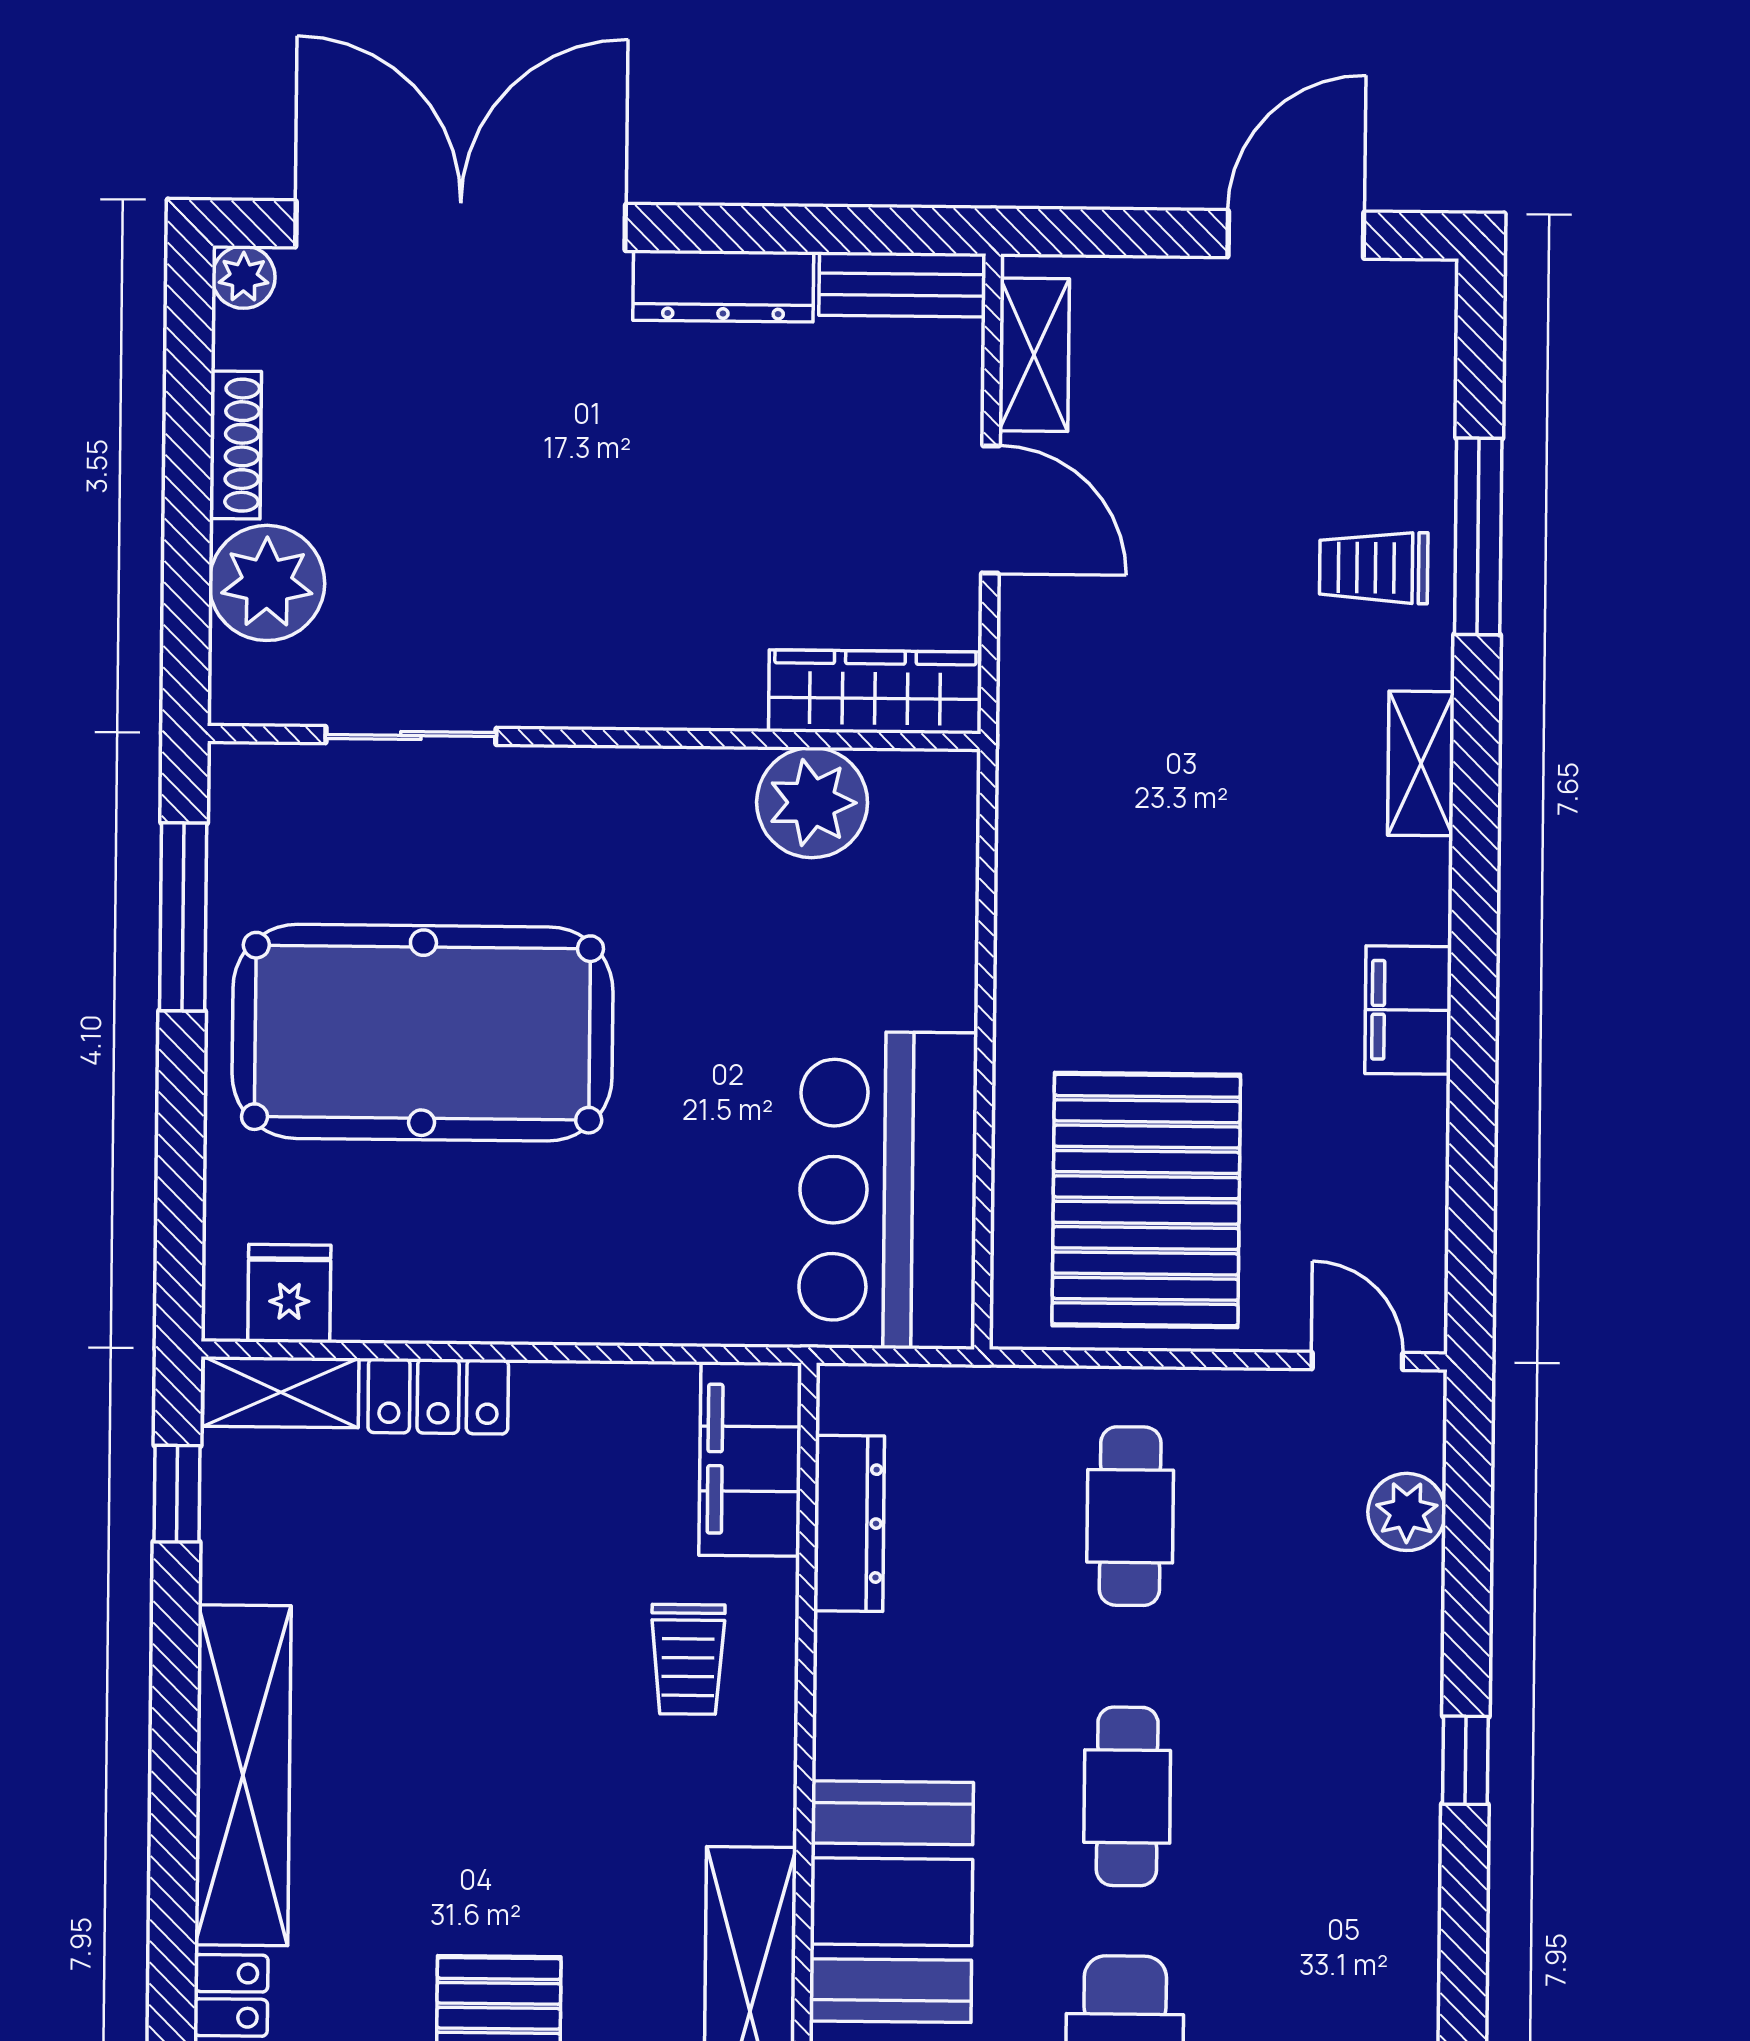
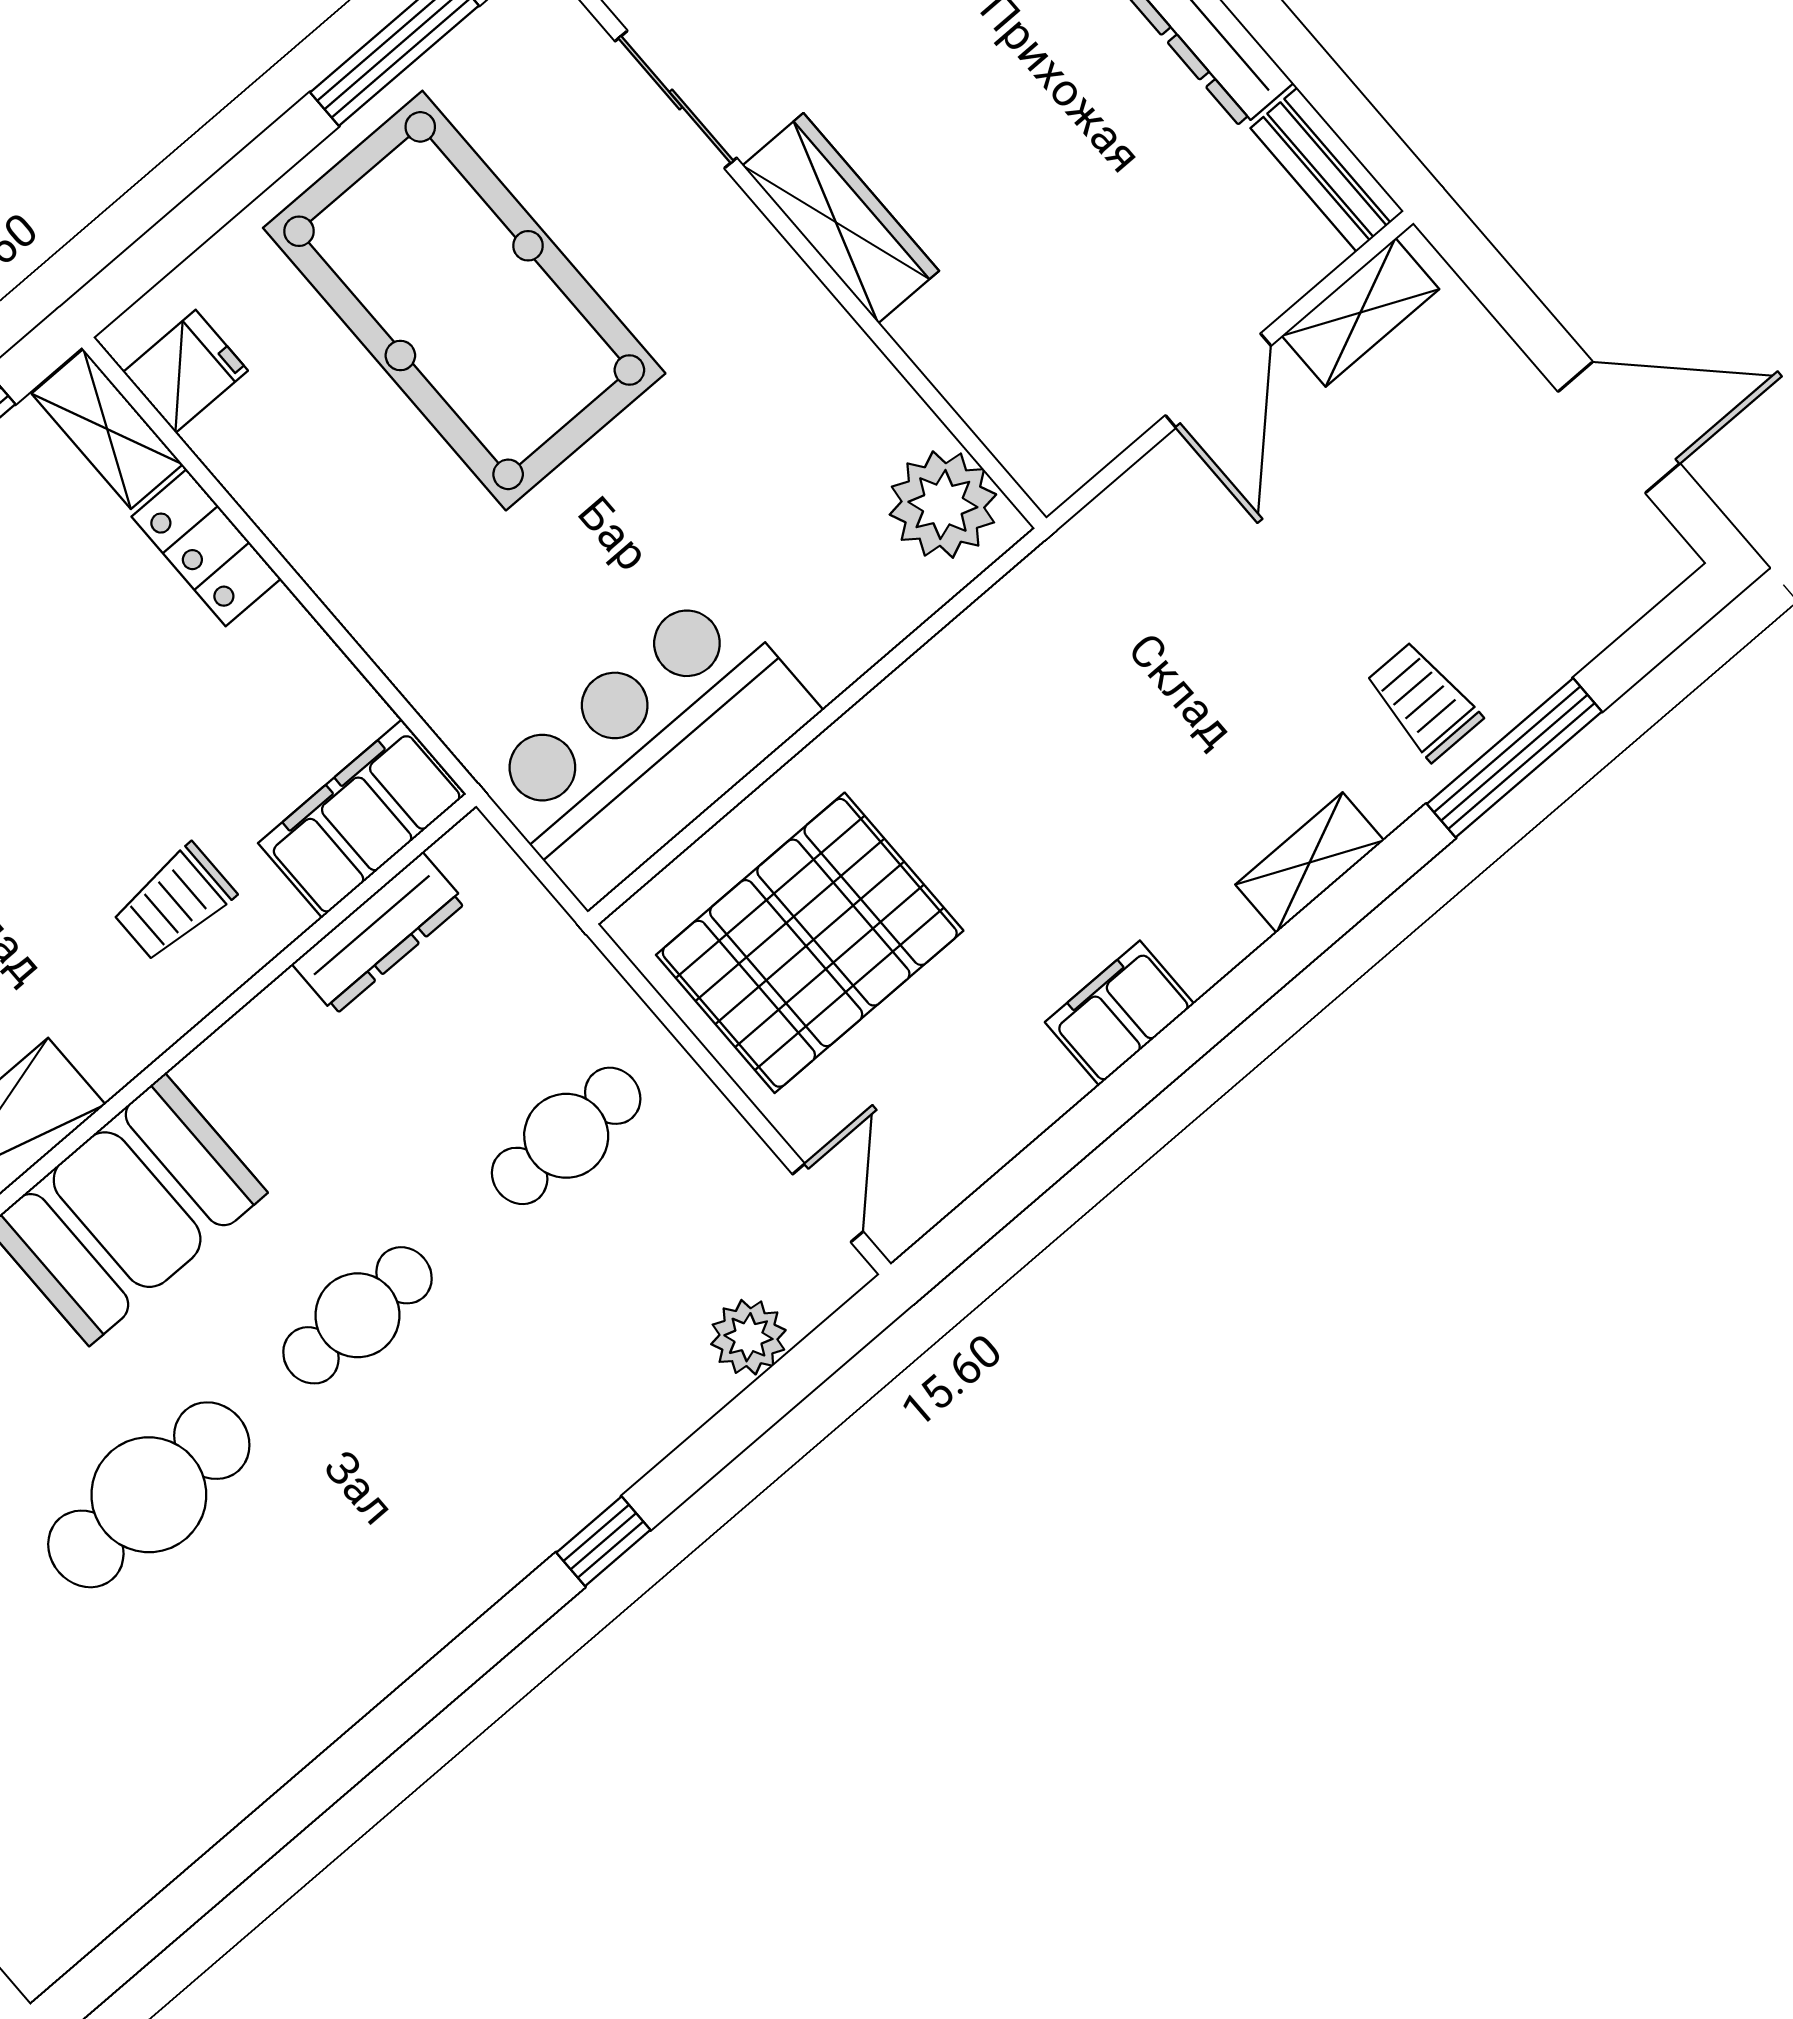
wardrobe: (875, 692) -> (841, 218), moved
plant: (812, 803) -> (943, 505), moved

